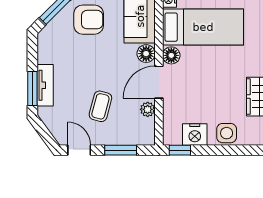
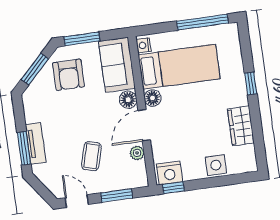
armchair: (89, 20) -> (69, 75), turned 90
nightstand: (195, 134) -> (170, 173), moved

